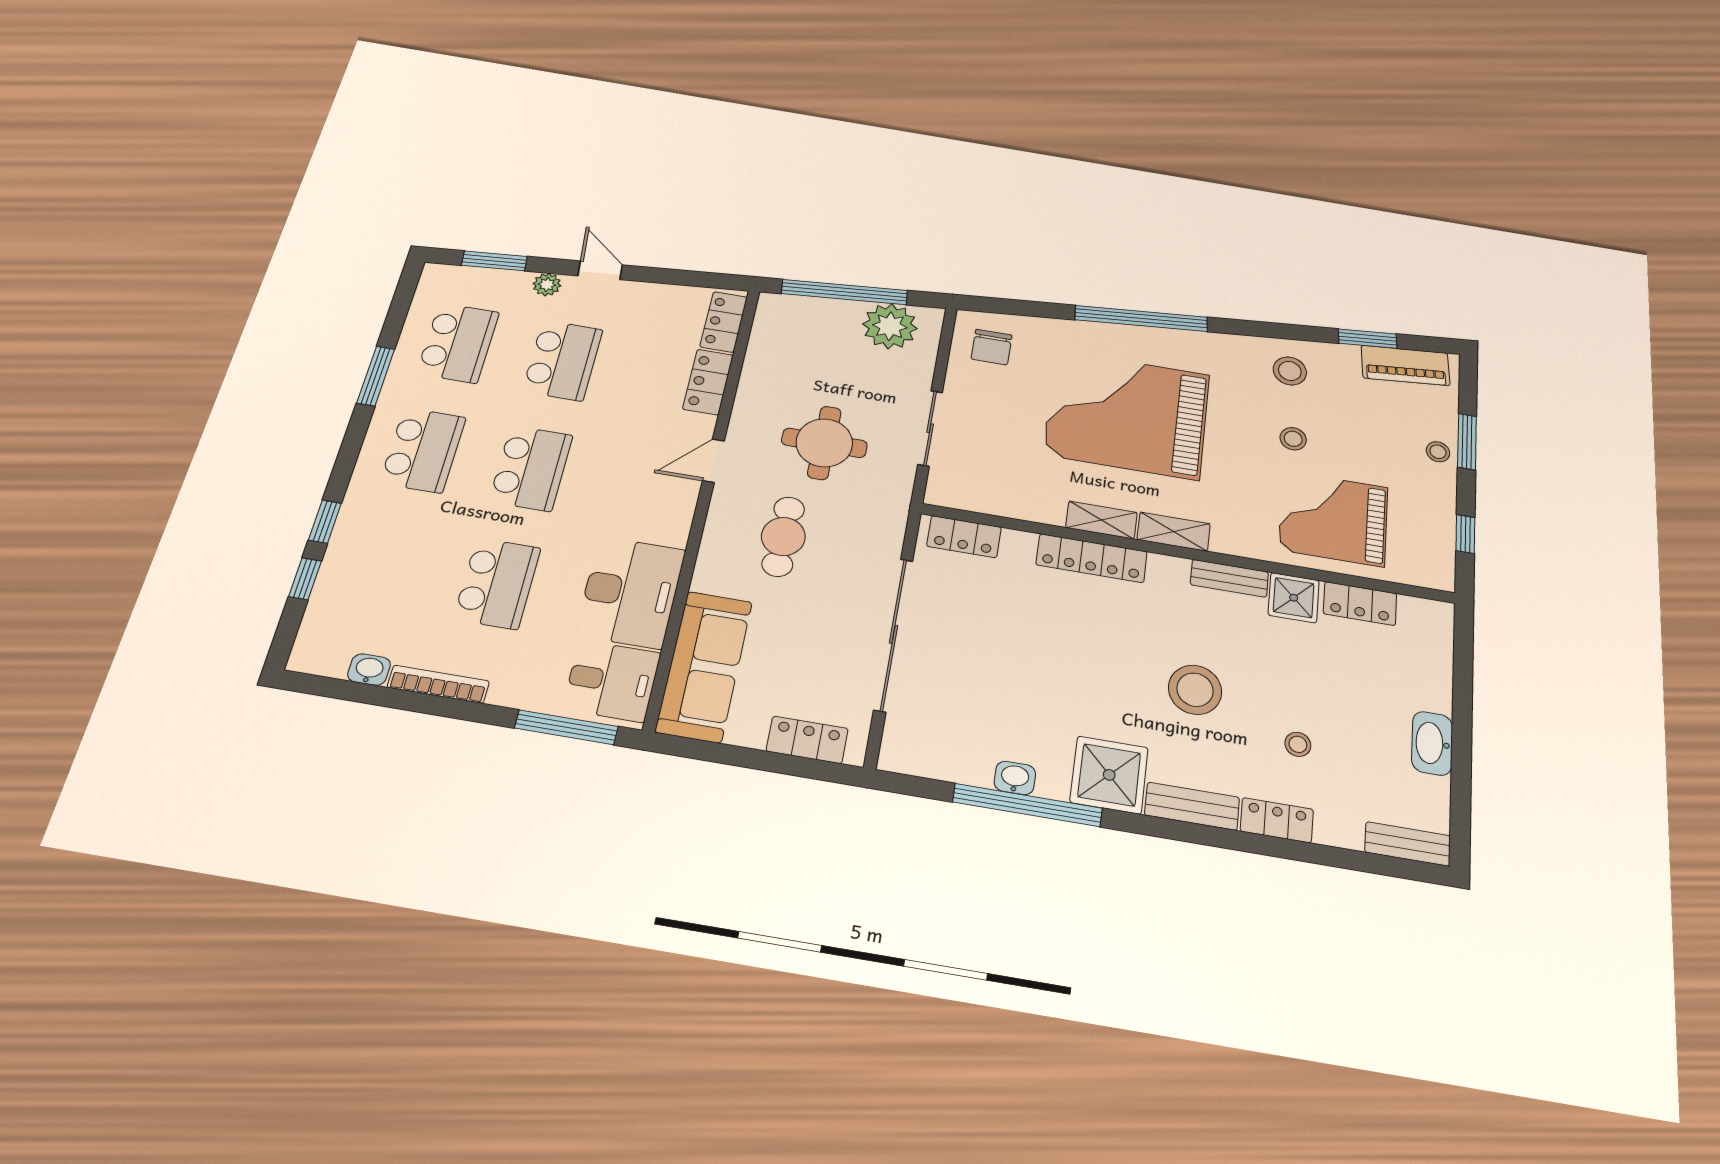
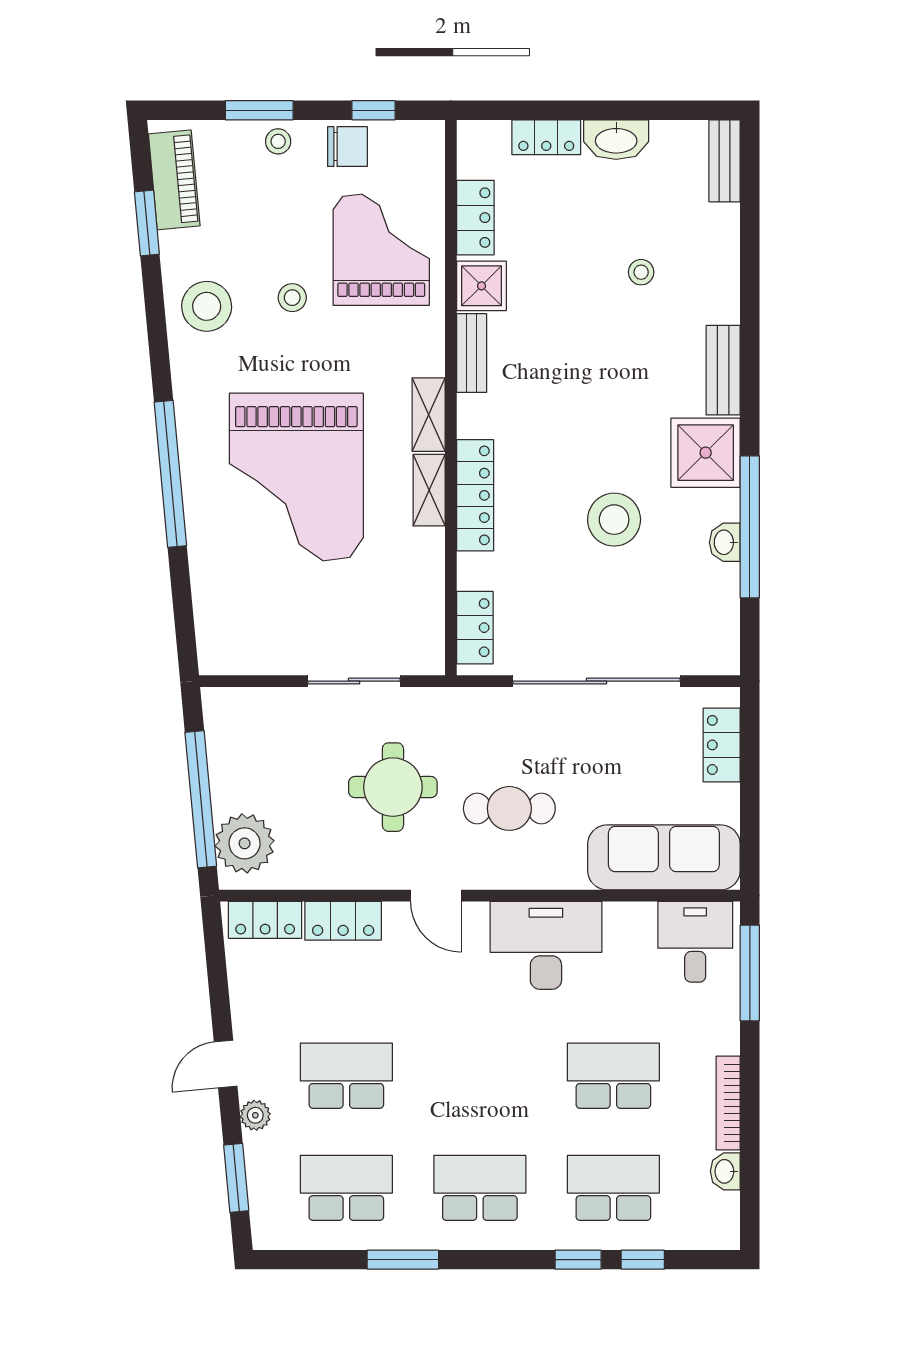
plant: (890, 326) -> (245, 843), moved
chair: (992, 347) -> (347, 147), moved
stool: (1290, 371) -> (207, 306), width x1.38, depth x1.38
school desk: (531, 468) -> (613, 1188), moved
grand piano: (1333, 518) -> (381, 250), turned 180
desk: (630, 592) -> (546, 945), moved
stool: (1195, 690) -> (614, 520), moved
locker: (1277, 820) -> (546, 137), moved, turned -90

